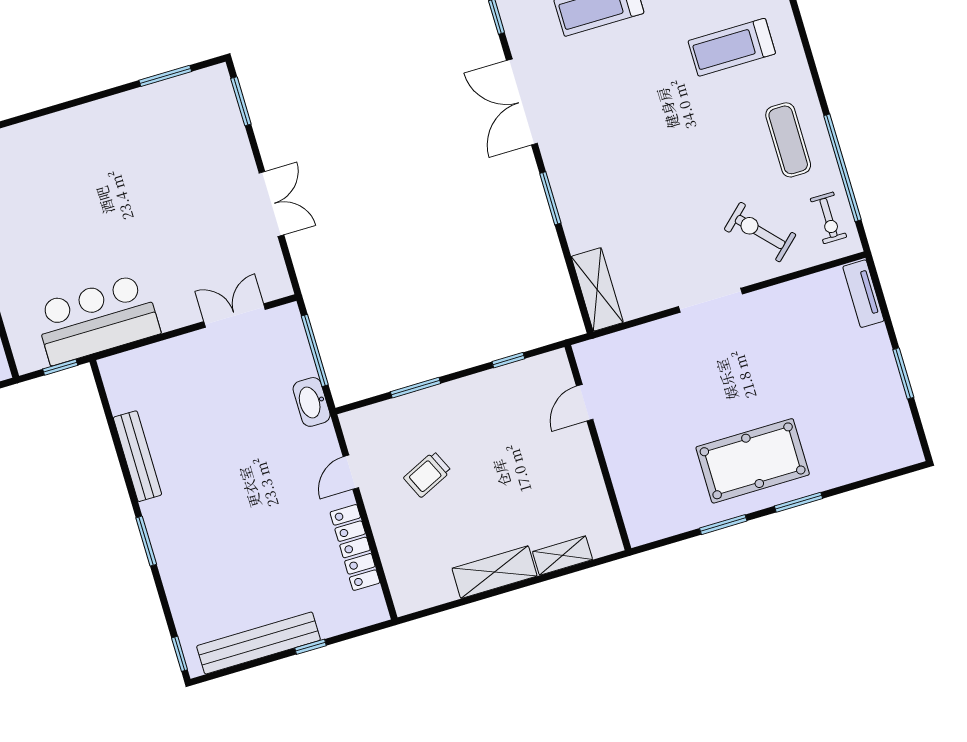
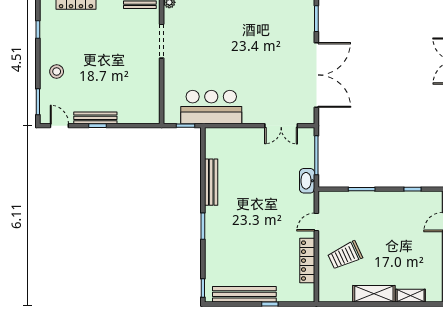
double door: (271, 204) -> (316, 75), width x1.87
double door: (235, 316) -> (281, 126), swing flipped
trolley: (427, 474) -> (345, 255), moved, width x1.36, depth x1.39

